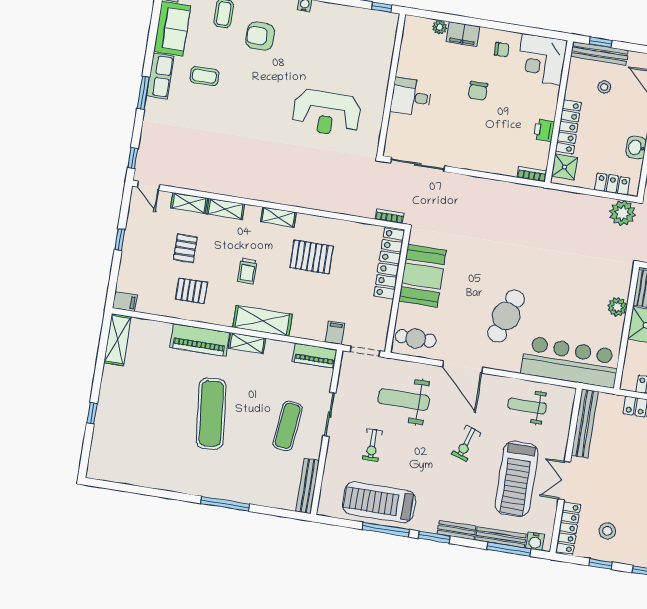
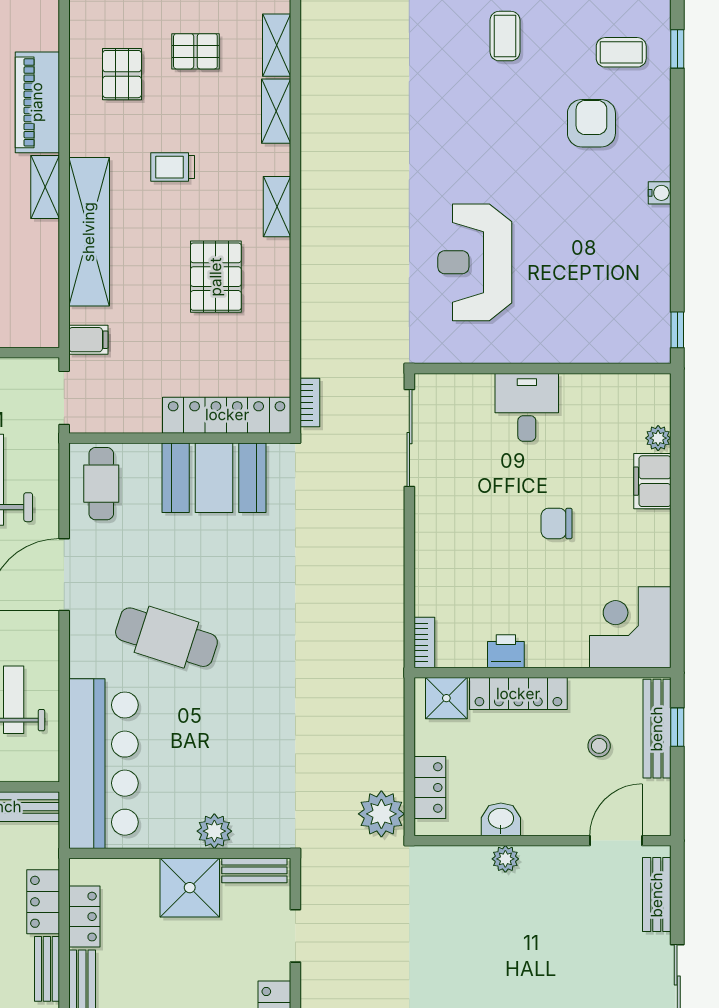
chair: (502, 50) -> (636, 554), removed
shelving: (263, 321) -> (89, 232), width x1.47
piano: (315, 356) -> (42, 310), removed

